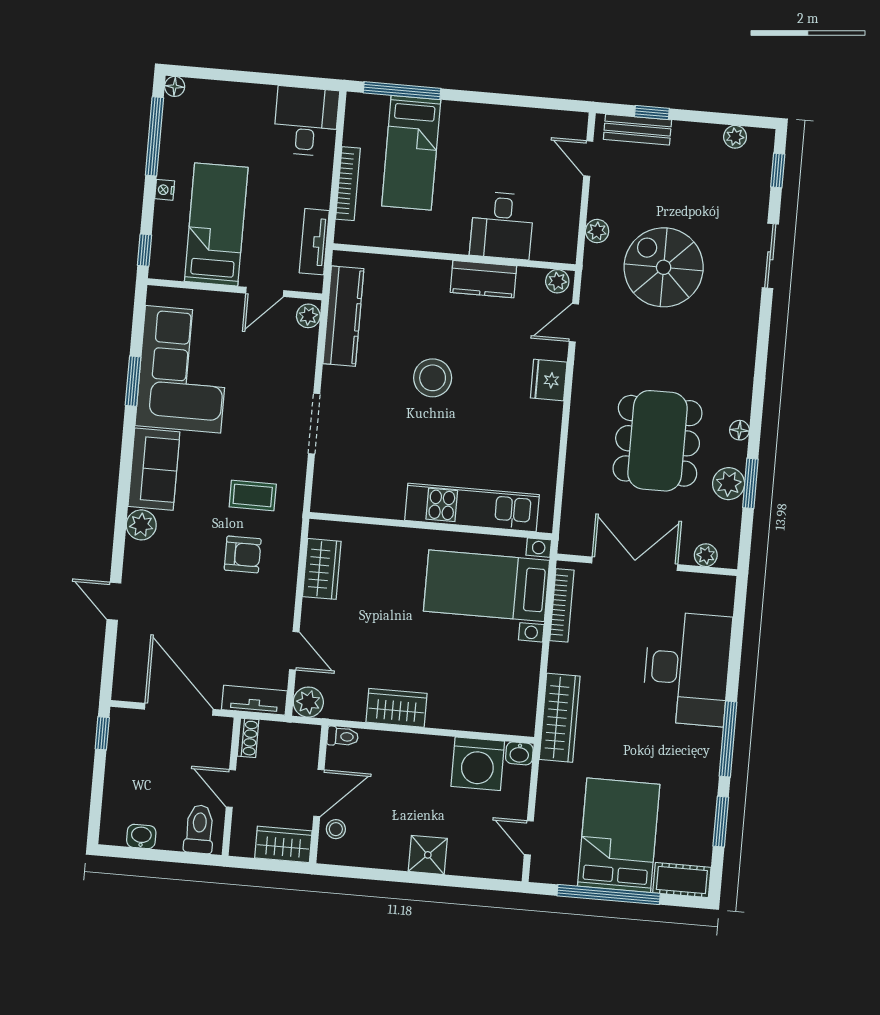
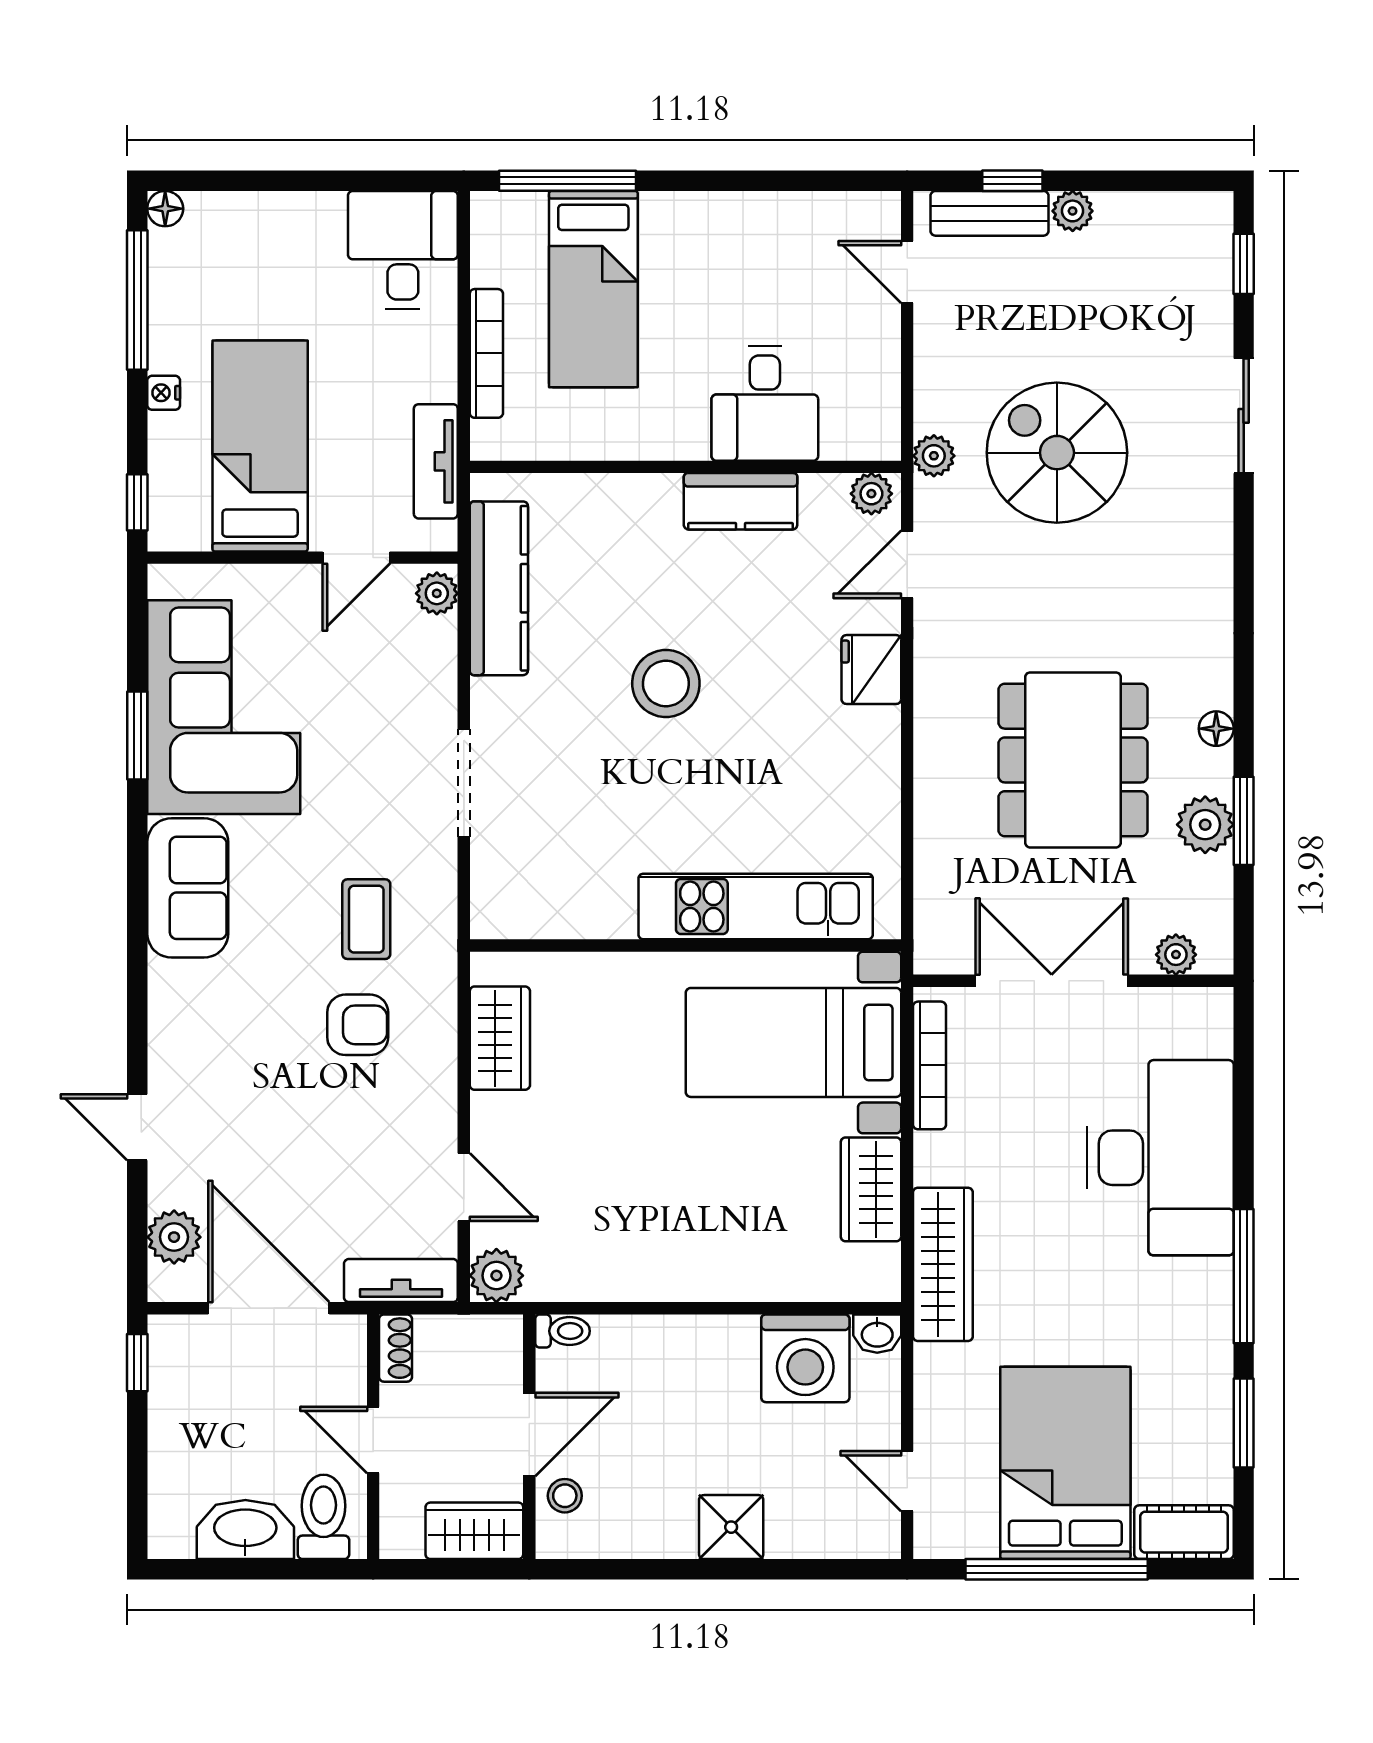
plant: (735, 137) -> (1073, 211), moved
plant: (597, 231) -> (934, 456), moved
coffee table: (253, 495) -> (366, 919), turned 90
plant: (141, 525) -> (174, 1237), moved
wardrobe: (397, 708) -> (871, 1189), moved, turned -90
washbasin: (141, 836) -> (245, 1530), width x1.91, depth x1.45

